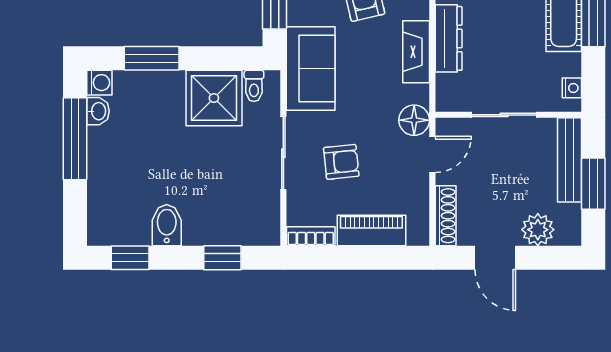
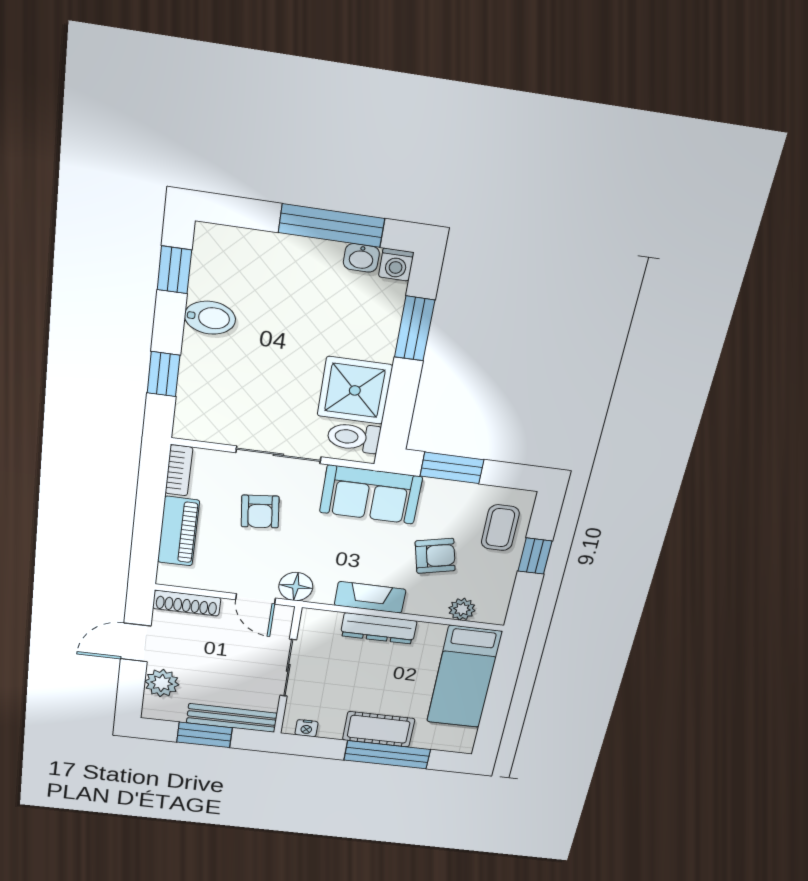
toilet: (254, 86) -> (354, 437), width x1.37, depth x1.39

